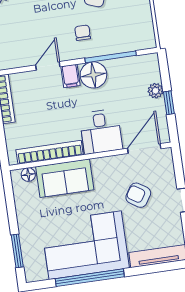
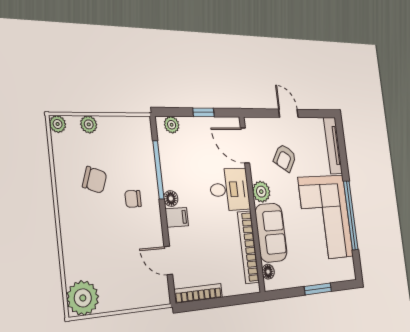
door: (48, 66) -> (168, 261), moved
floor lamp: (93, 75) -> (171, 199), width x0.53, depth x0.53
plant: (155, 91) -> (172, 125), moved
plant: (102, 167) -> (261, 192), added
window: (17, 251) -> (318, 289), moved

